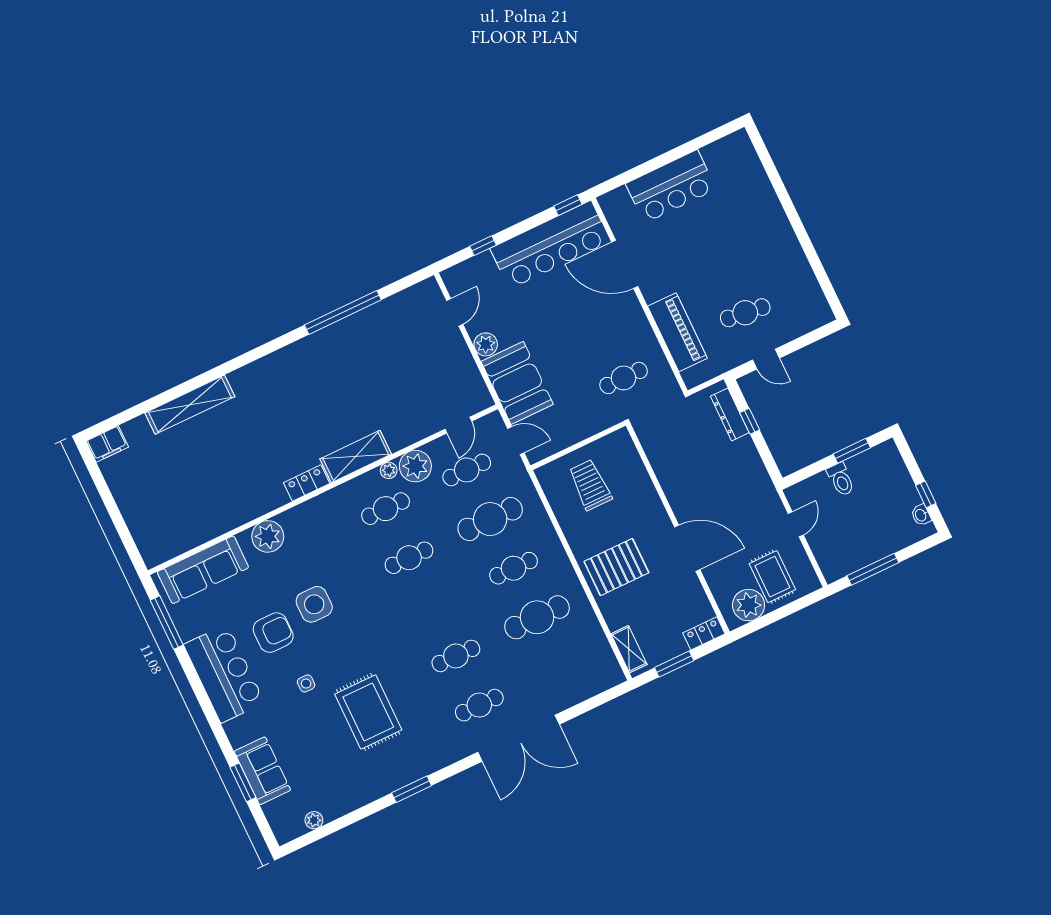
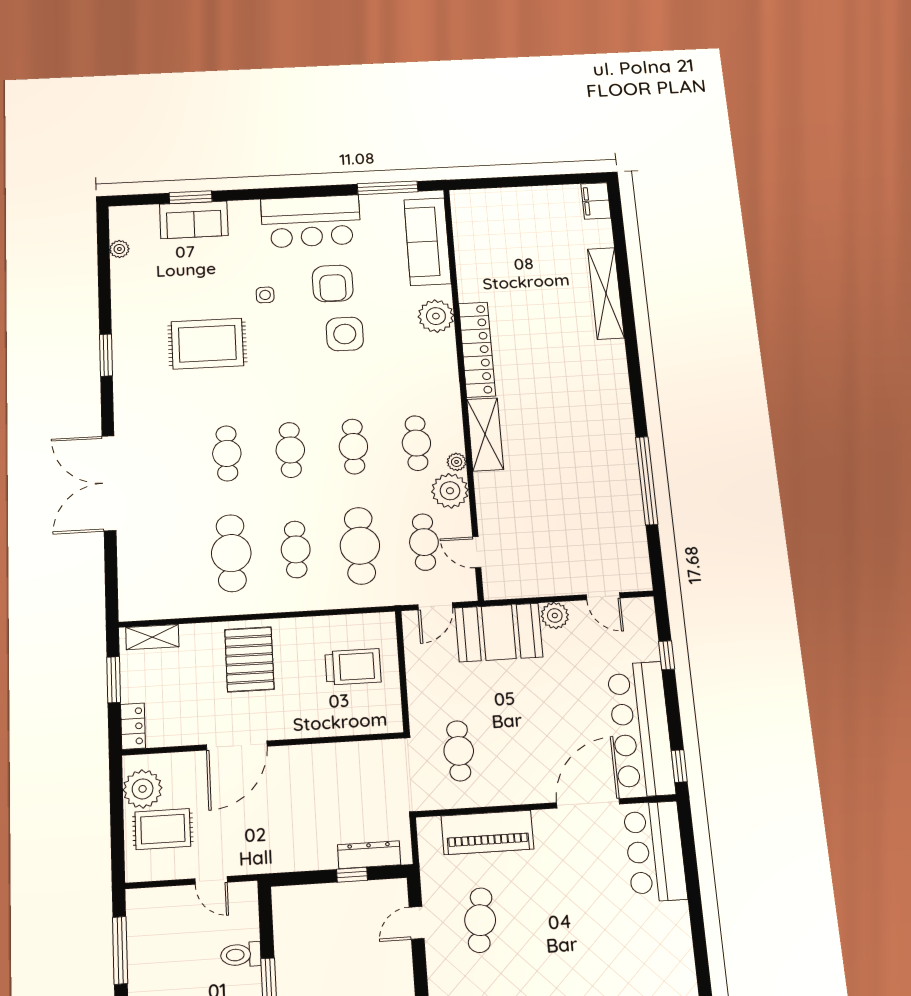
bar counter: (671, 186) -> (655, 851), moved
locker: (307, 483) -> (477, 350), width x2.16, depth x1.21
cafe table: (479, 705) -> (290, 450), moved

